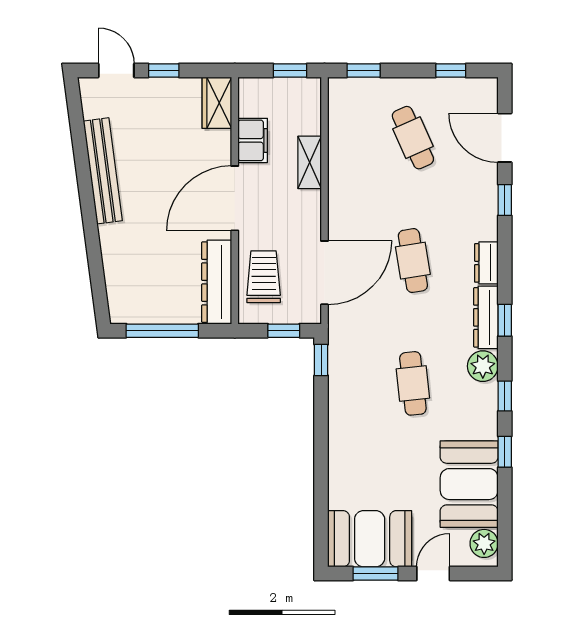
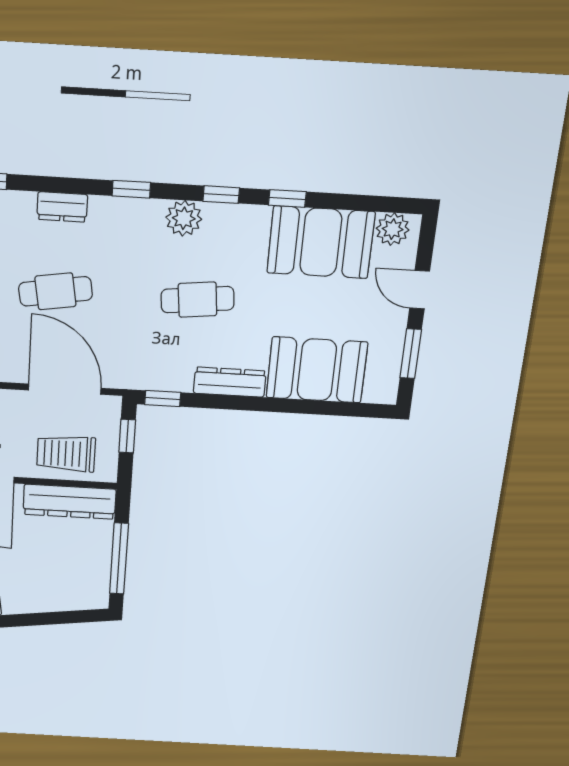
dresser: (486, 317) -> (230, 382), moved, turned 180
booth: (370, 539) -> (317, 370), moved, turned 90

